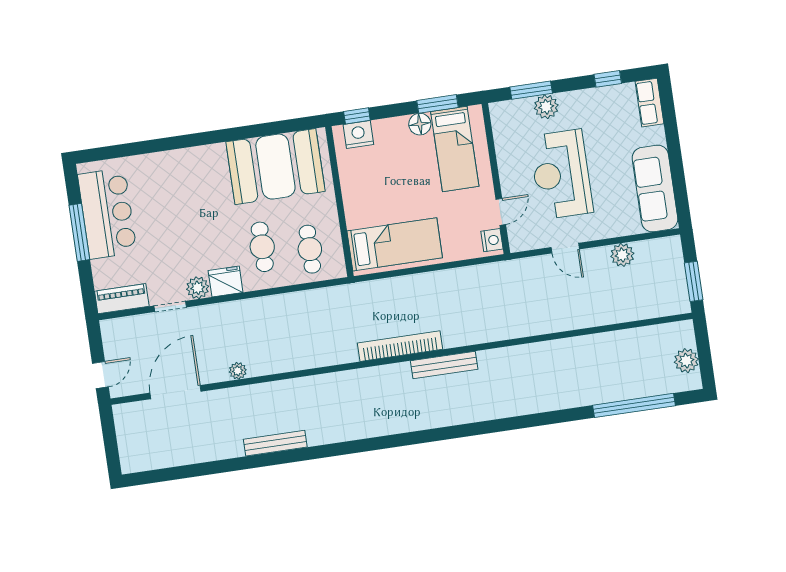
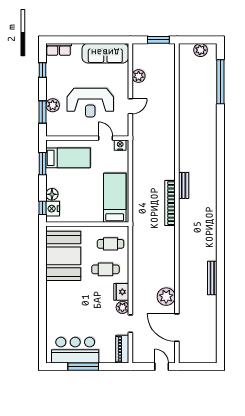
floor lamp: (420, 124) -> (52, 194), moved
bench: (444, 365) -> (184, 186), width x0.73
plant: (238, 371) -> (166, 297), width x1.88, depth x1.88

